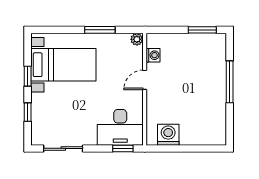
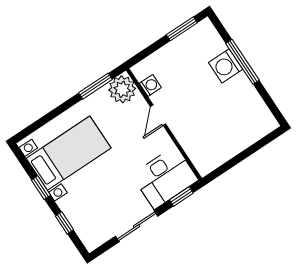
window: (100, 30) -> (95, 86), moved
plant: (137, 39) -> (122, 89), width x1.87, depth x1.87
washing machine: (168, 135) -> (226, 66), moved, turned -90
sliding door: (63, 148) -> (137, 226), moved

